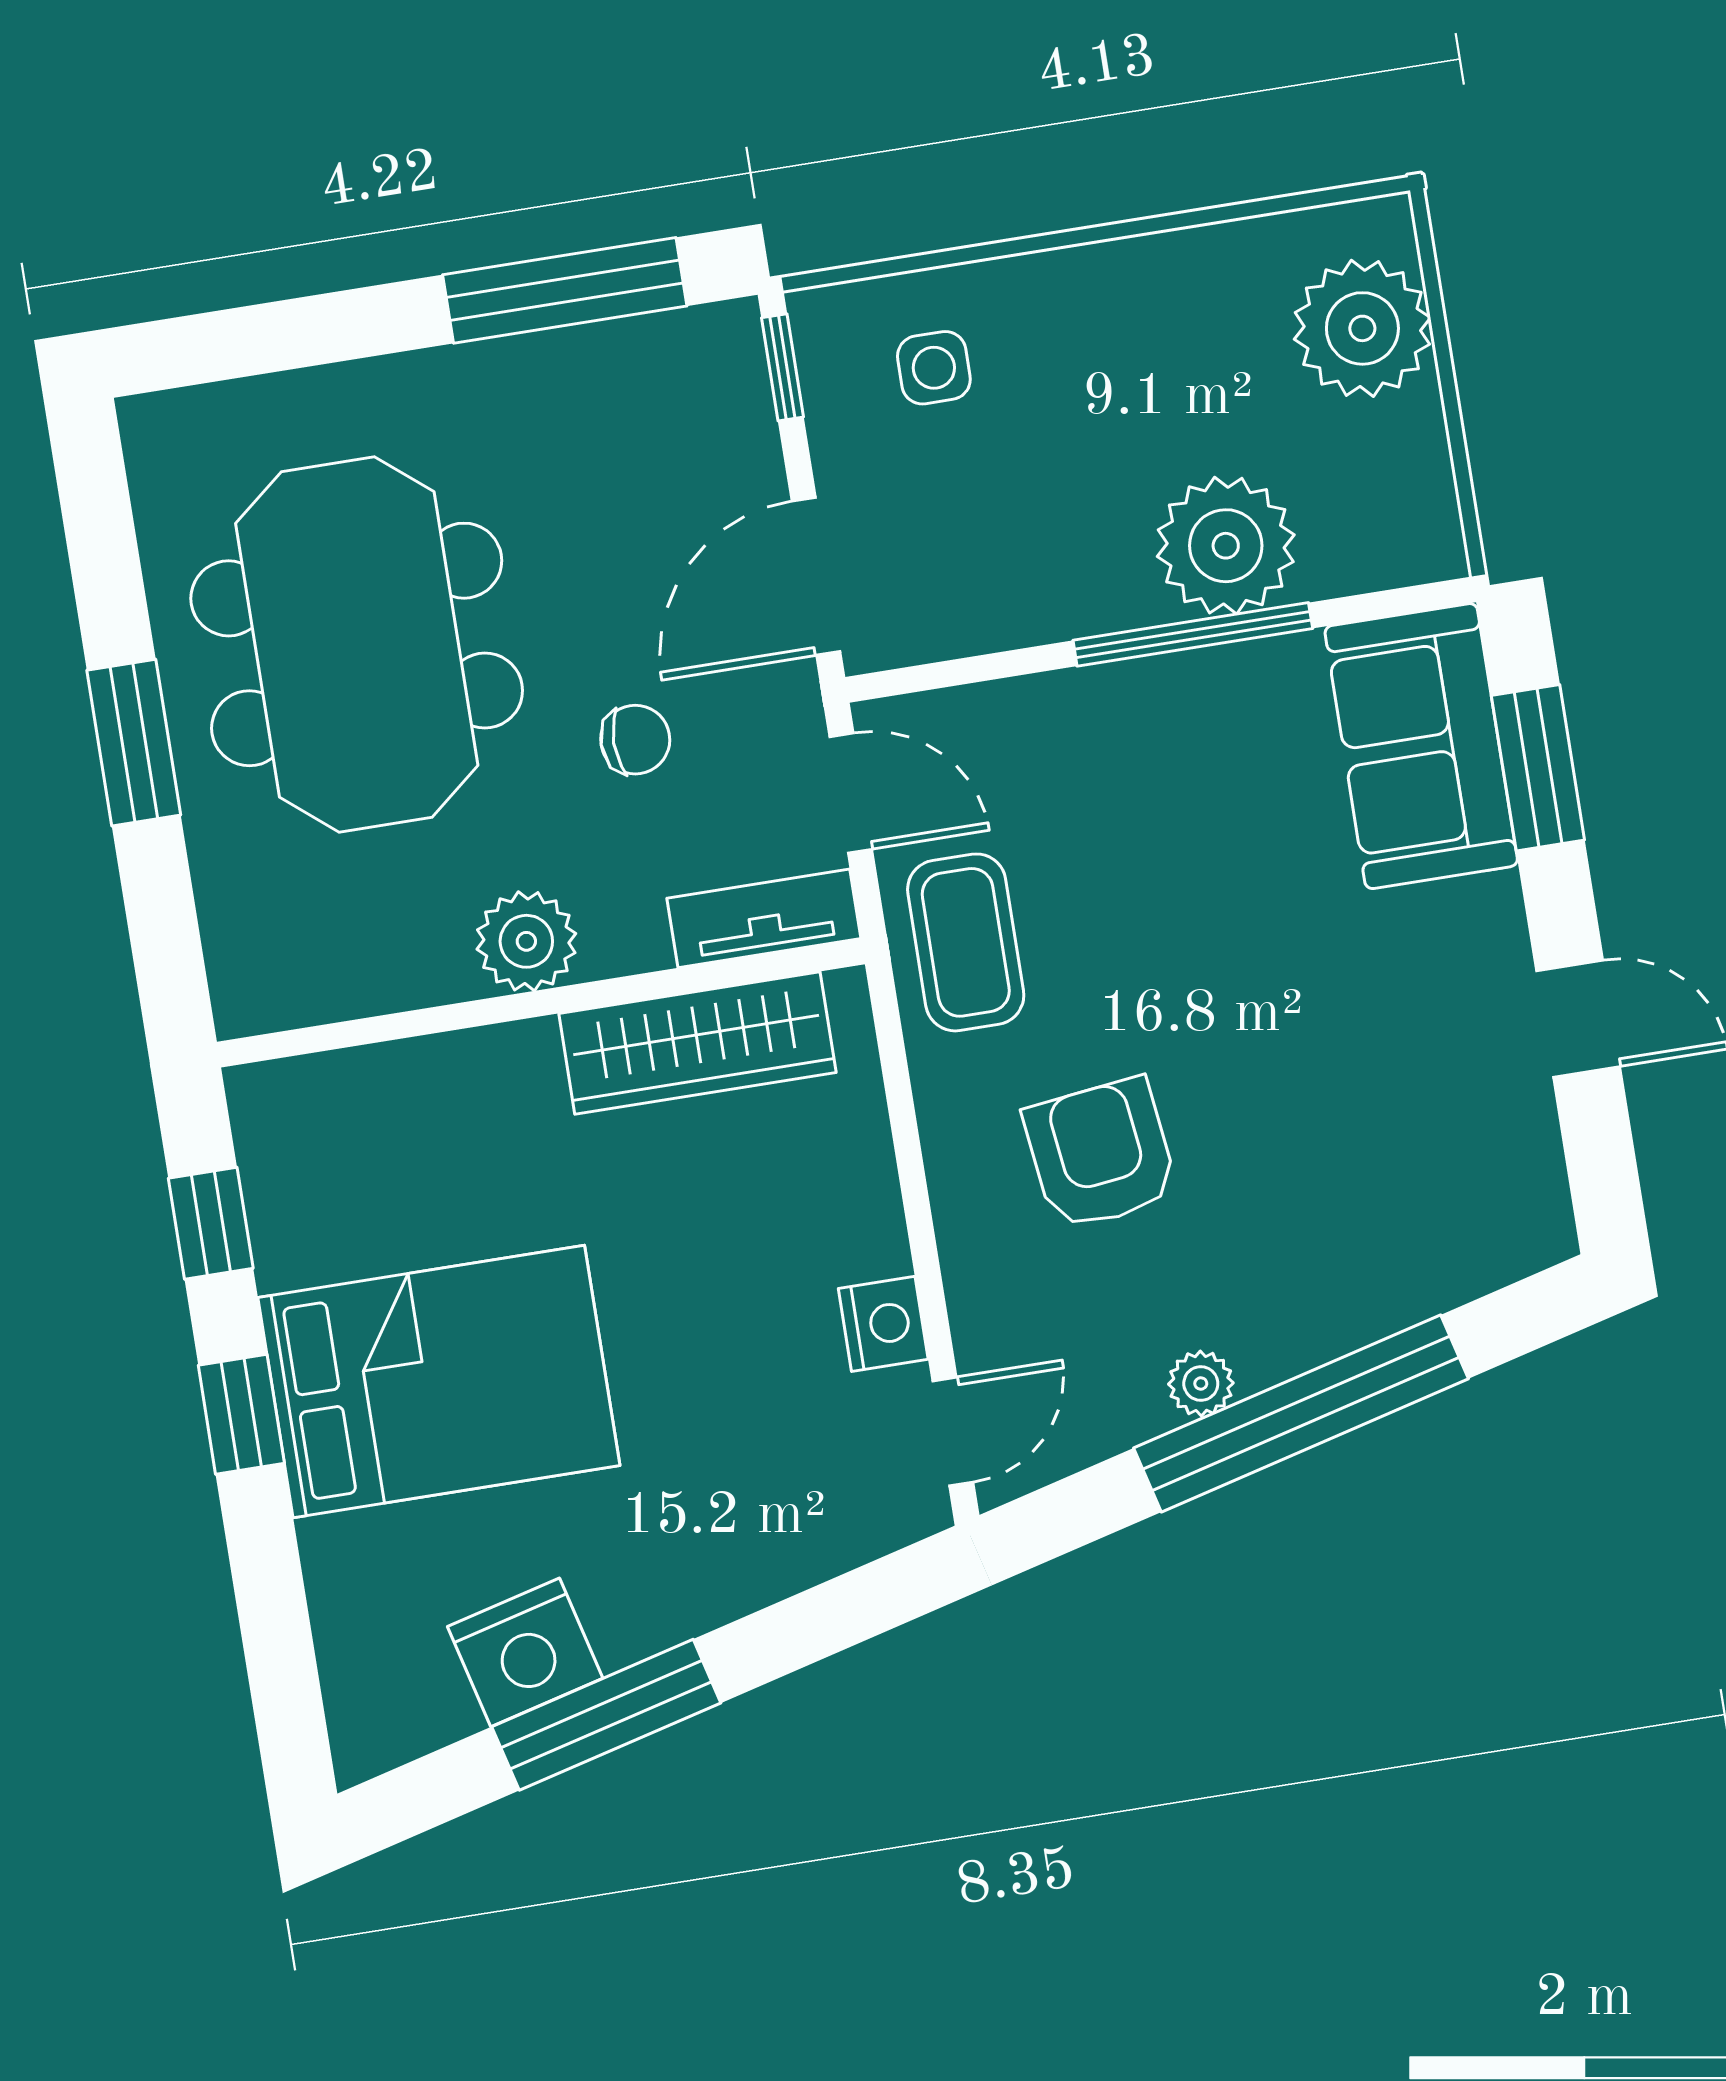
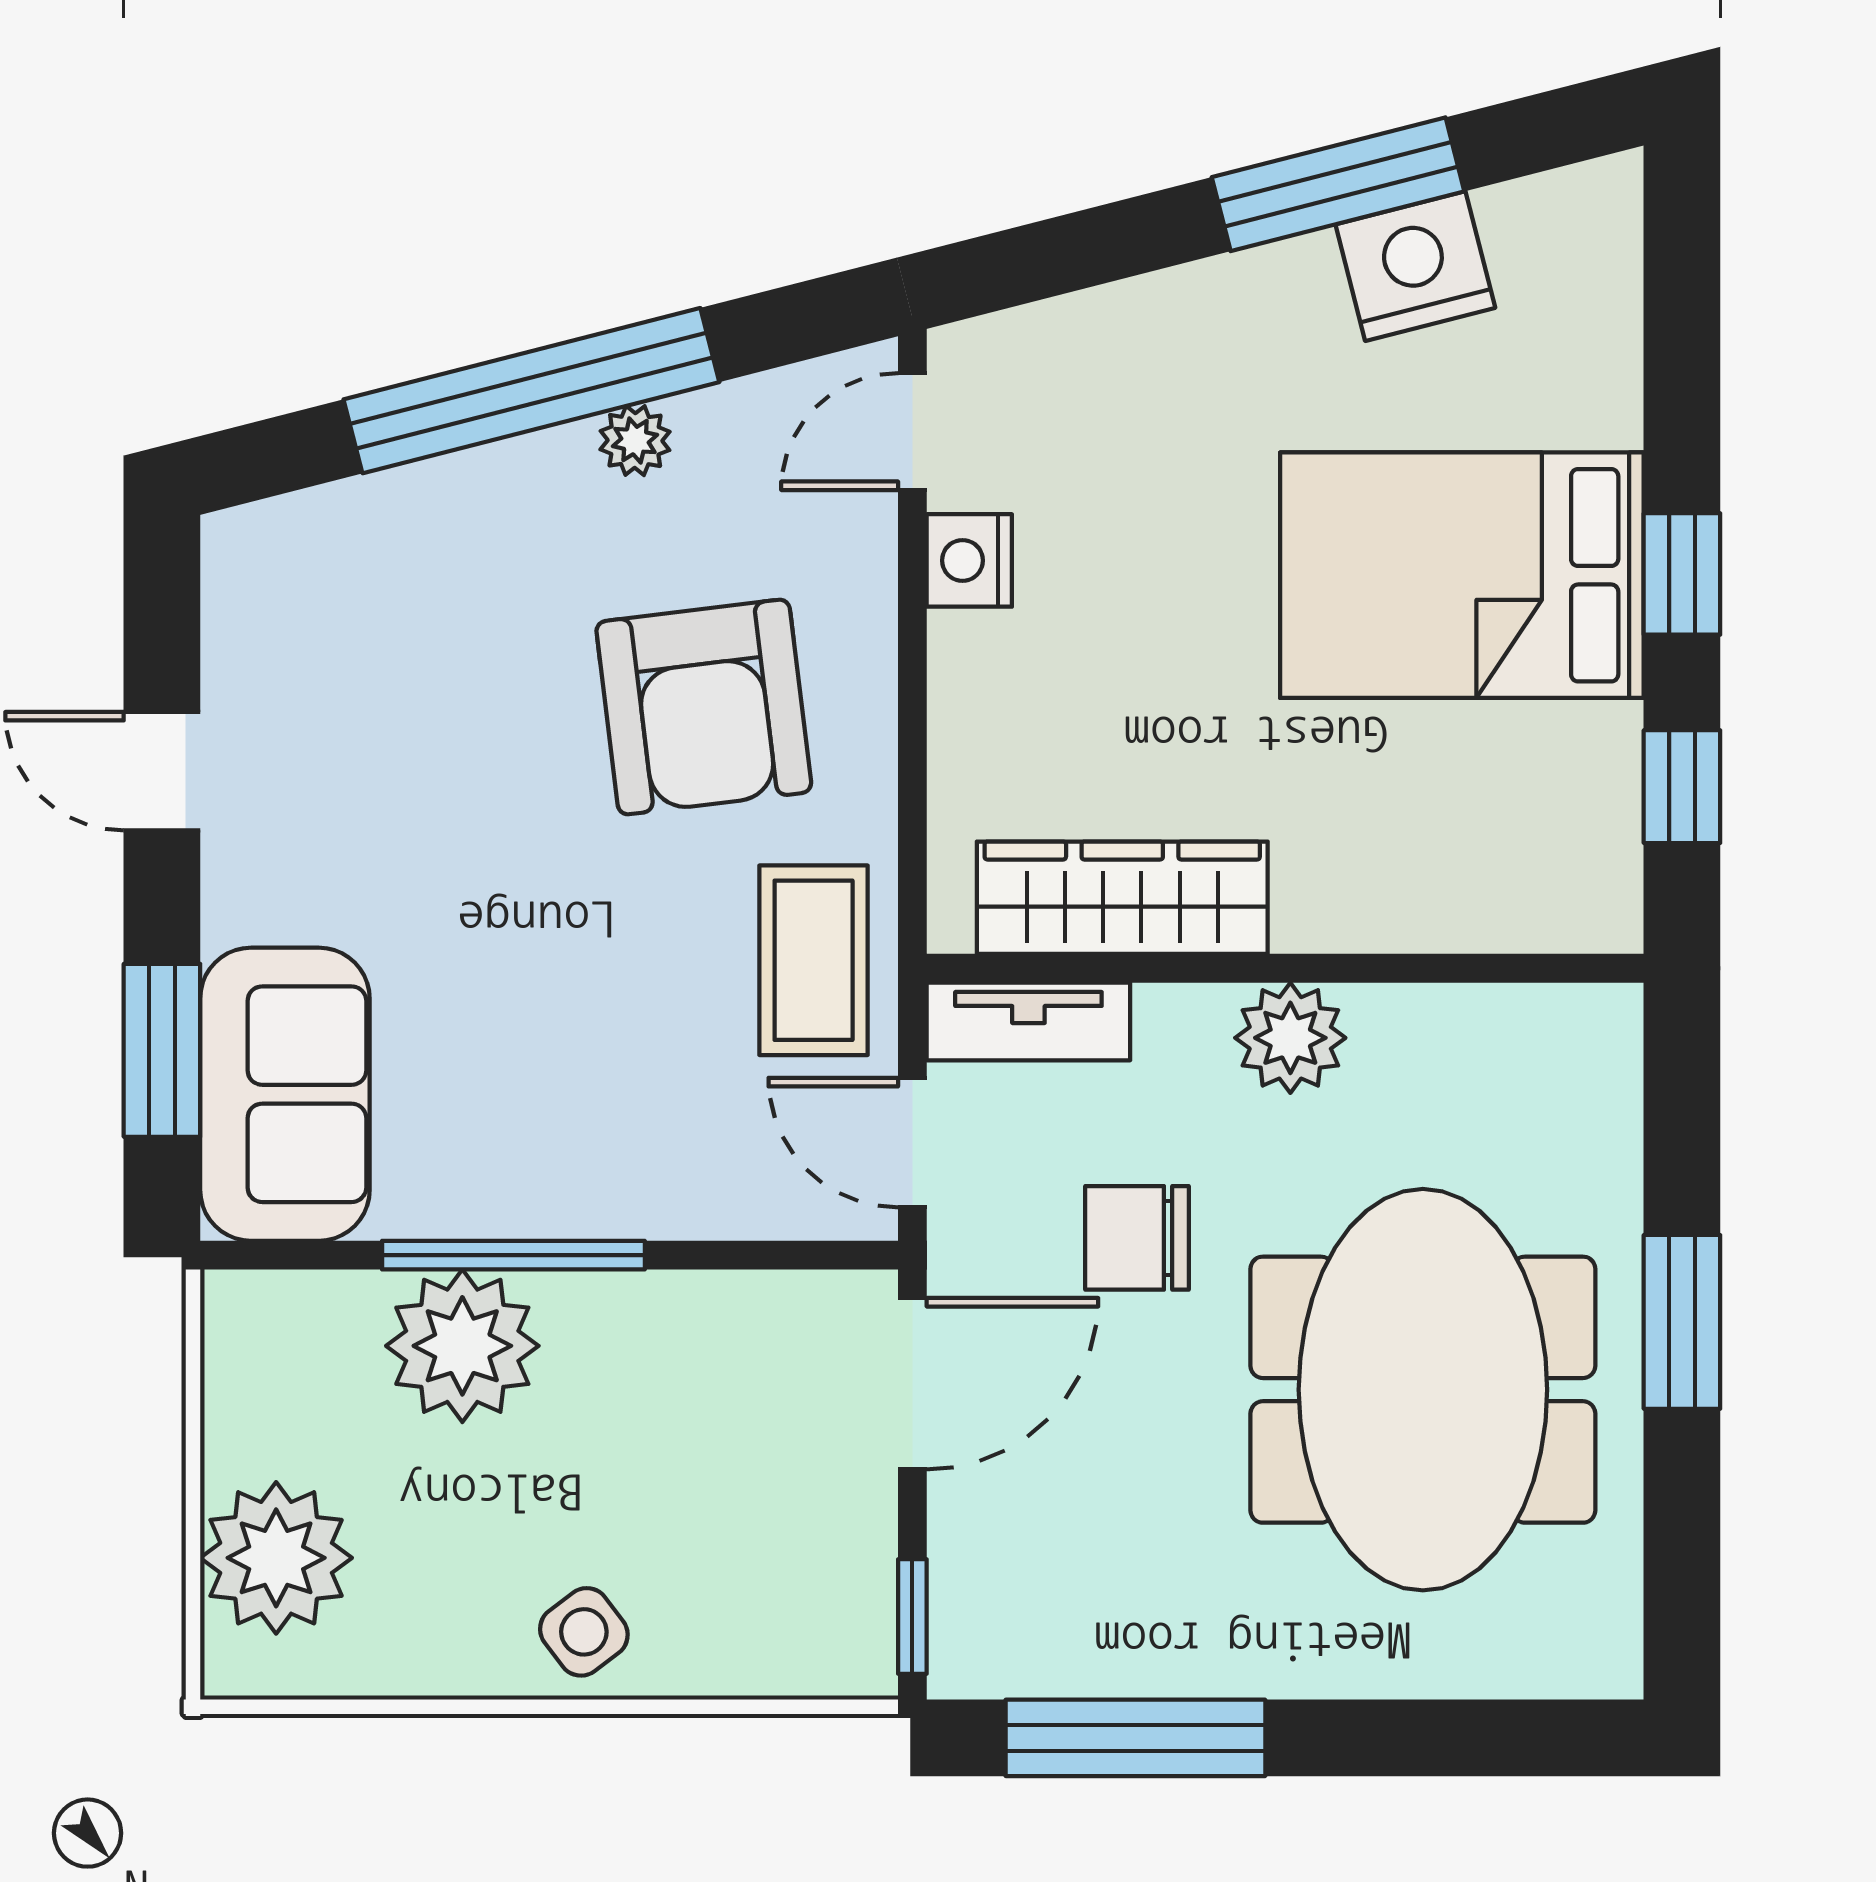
side table: (934, 368) -> (584, 1632), moved, turned -37
chair: (635, 740) -> (1137, 1238), width x1.37, depth x1.37
armchair: (1101, 1154) -> (704, 707), width x1.36, depth x1.36

